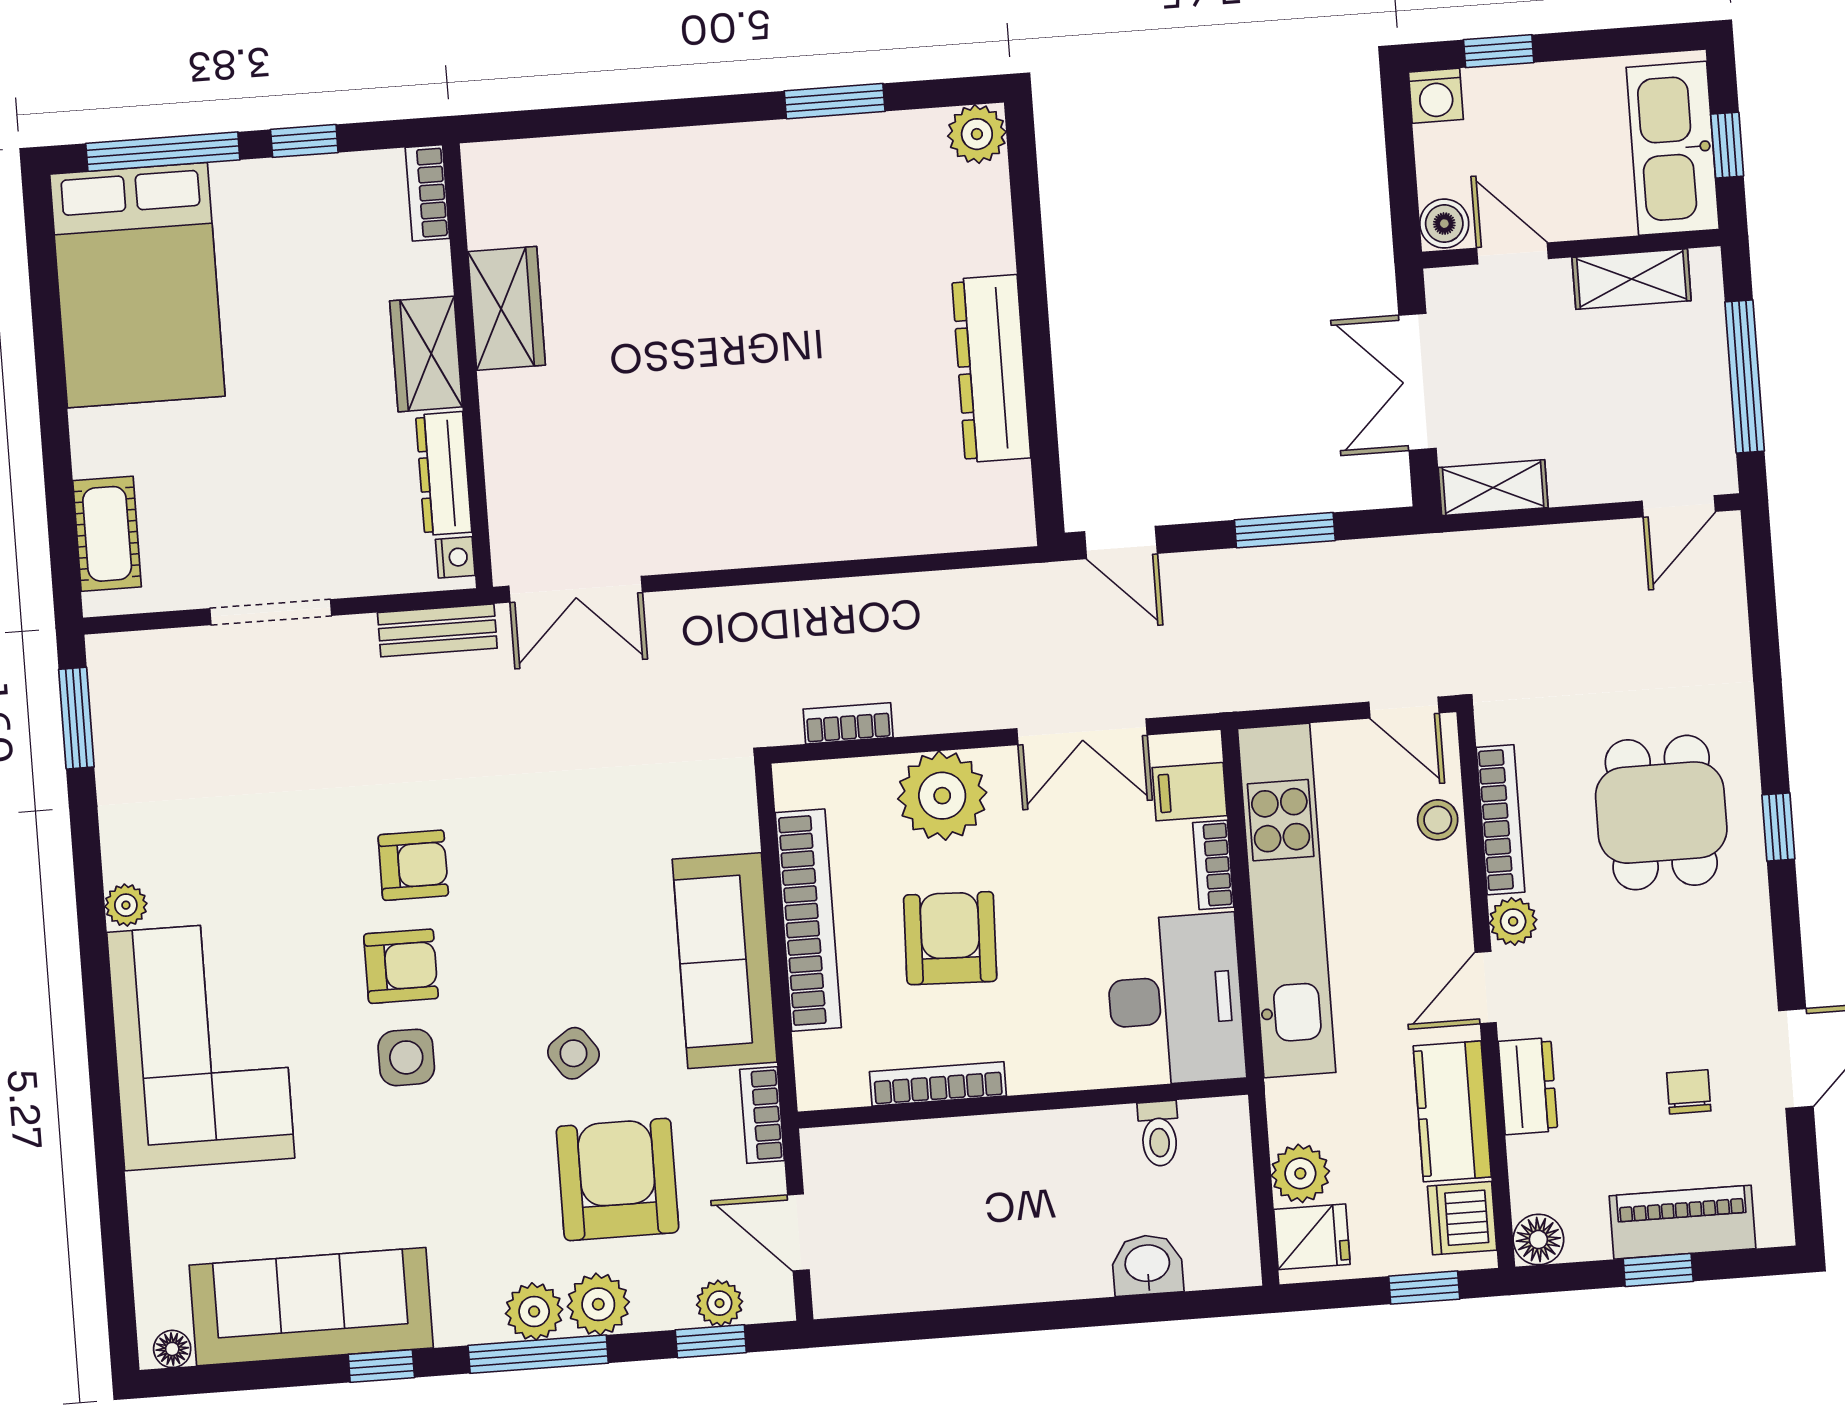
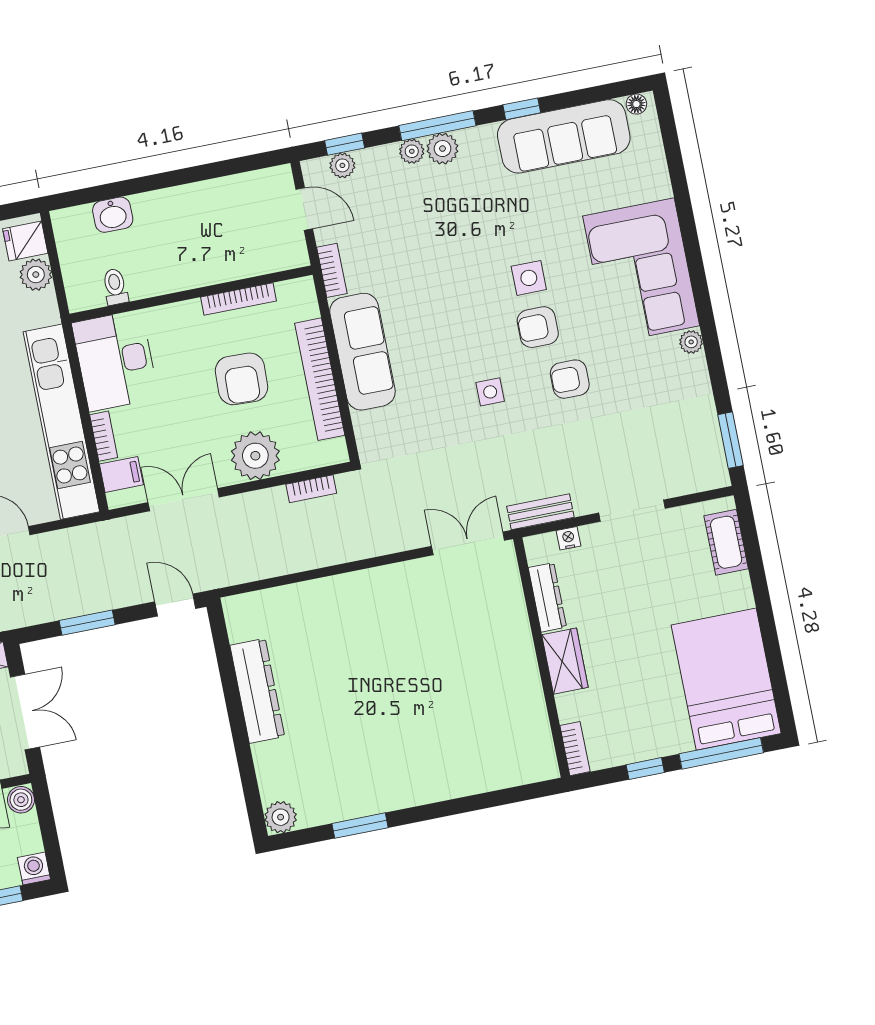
wardrobe: (507, 308) -> (524, 691), removed
nightstand: (455, 557) -> (568, 538), moved, turned 90
armchair: (413, 865) -> (570, 379), moved
side table: (573, 1053) -> (490, 392), moved, turned 35
armchair: (618, 1179) -> (406, 226), removed
plant: (598, 1304) -> (412, 151), width x0.73, depth x0.73

